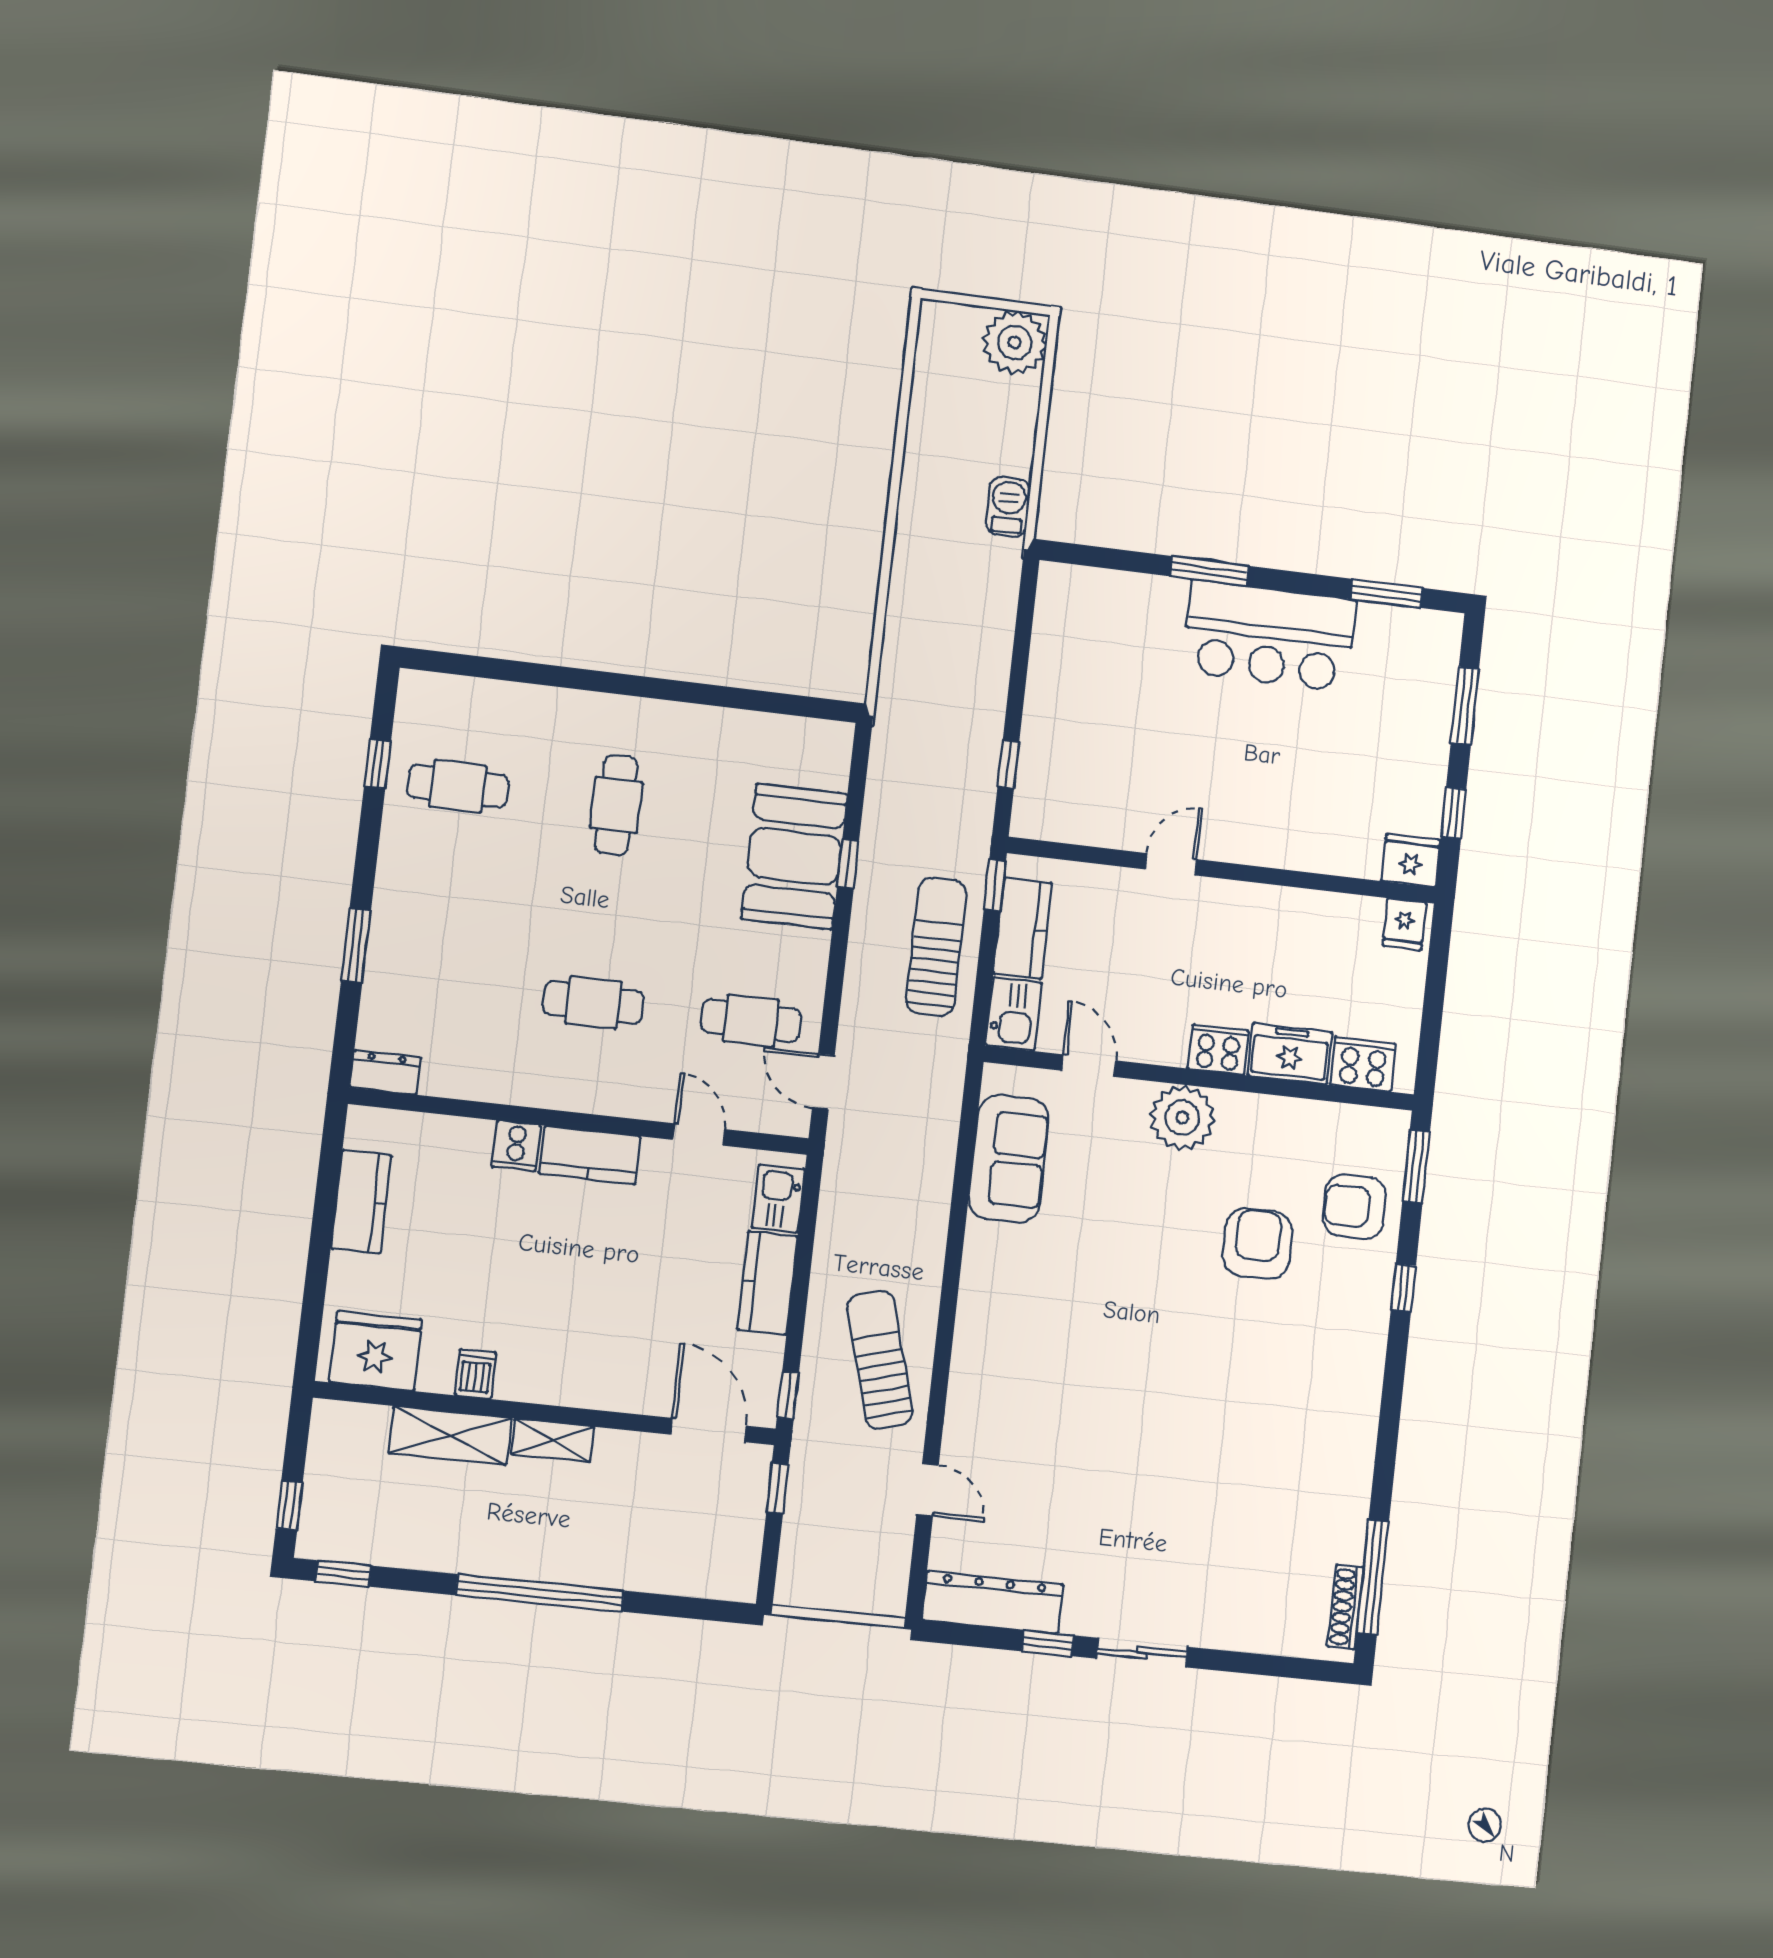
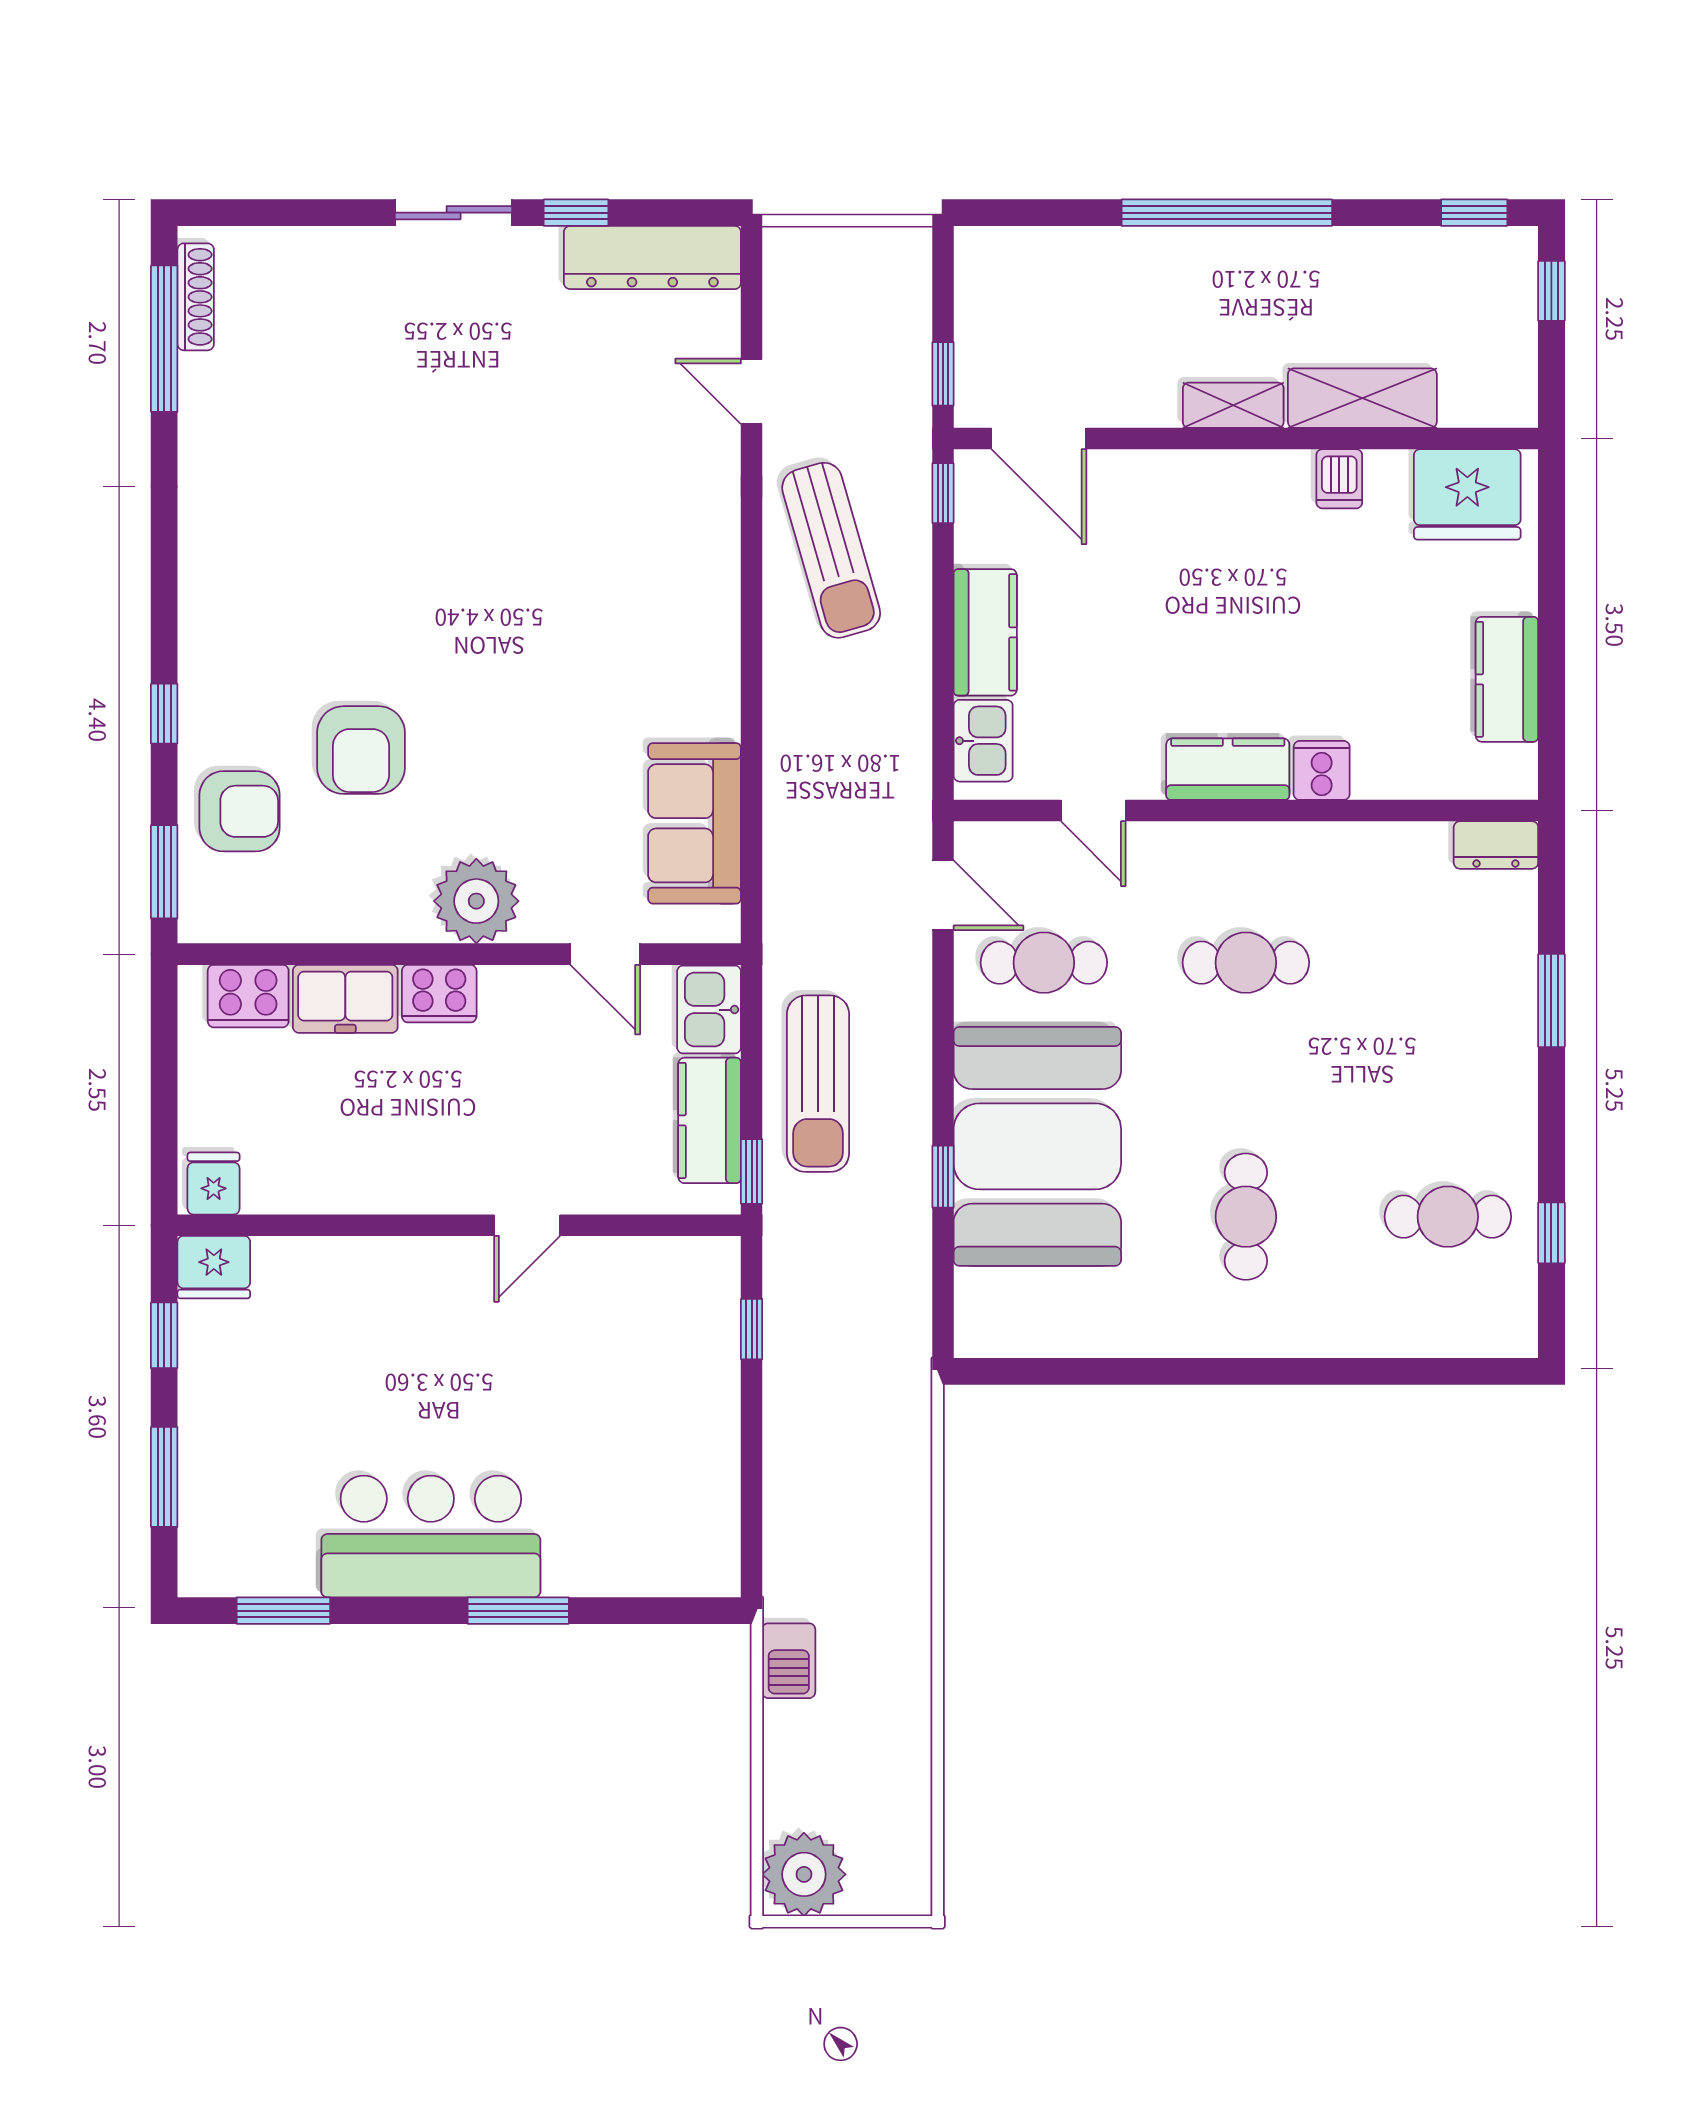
booth: (794, 856) -> (1037, 1146), width x1.36, depth x1.42

